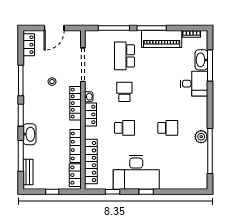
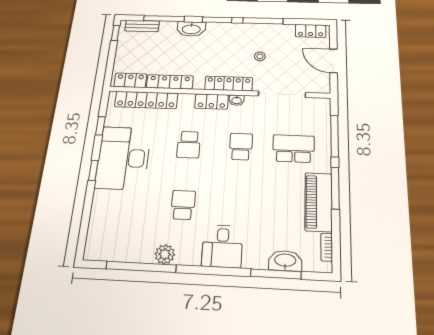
desk: (194, 84) -> (222, 246), moved
school desk: (124, 92) -> (241, 147), turned -90
school desk: (168, 128) -> (183, 205), turned 180
window: (52, 192) -> (115, 33), moved

